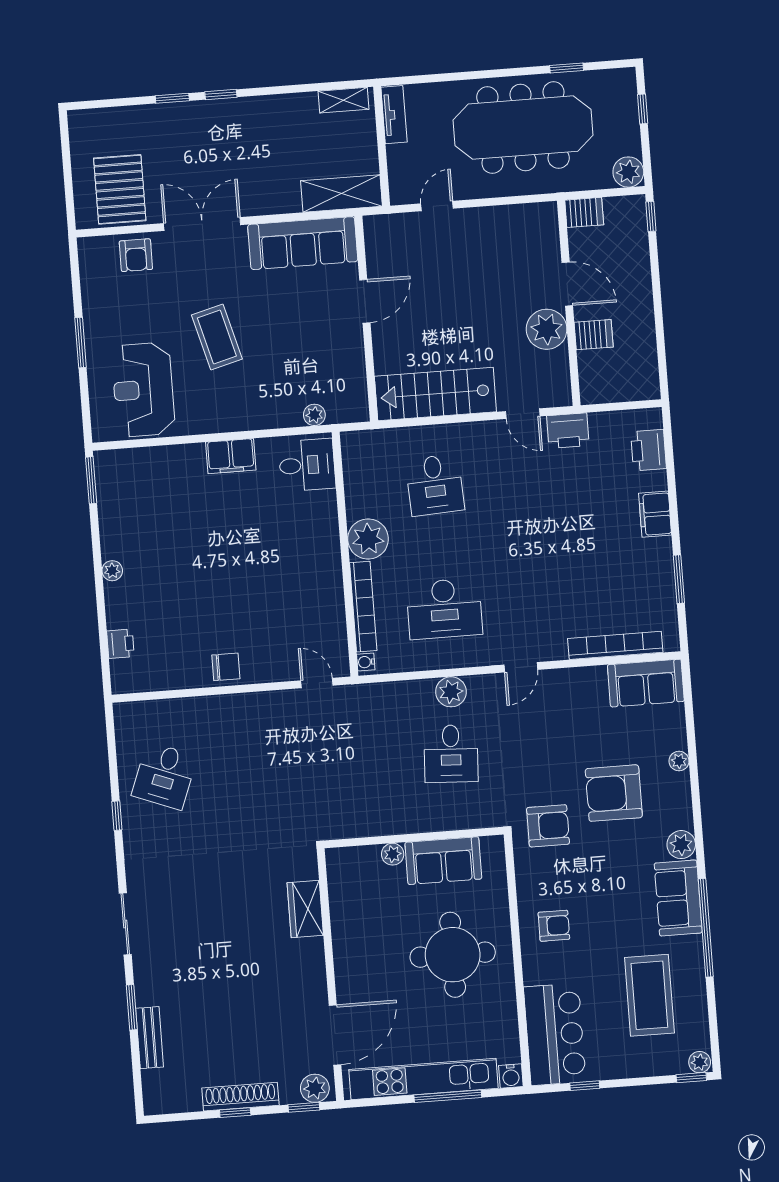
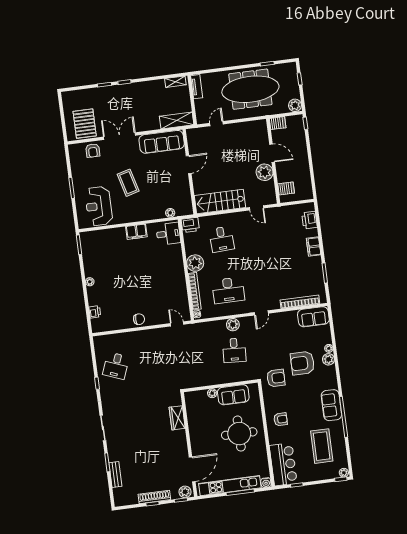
server rack: (594, 335) -> (286, 188), moved
printer: (568, 431) -> (190, 225), moved
plant: (681, 845) -> (328, 359), moved

